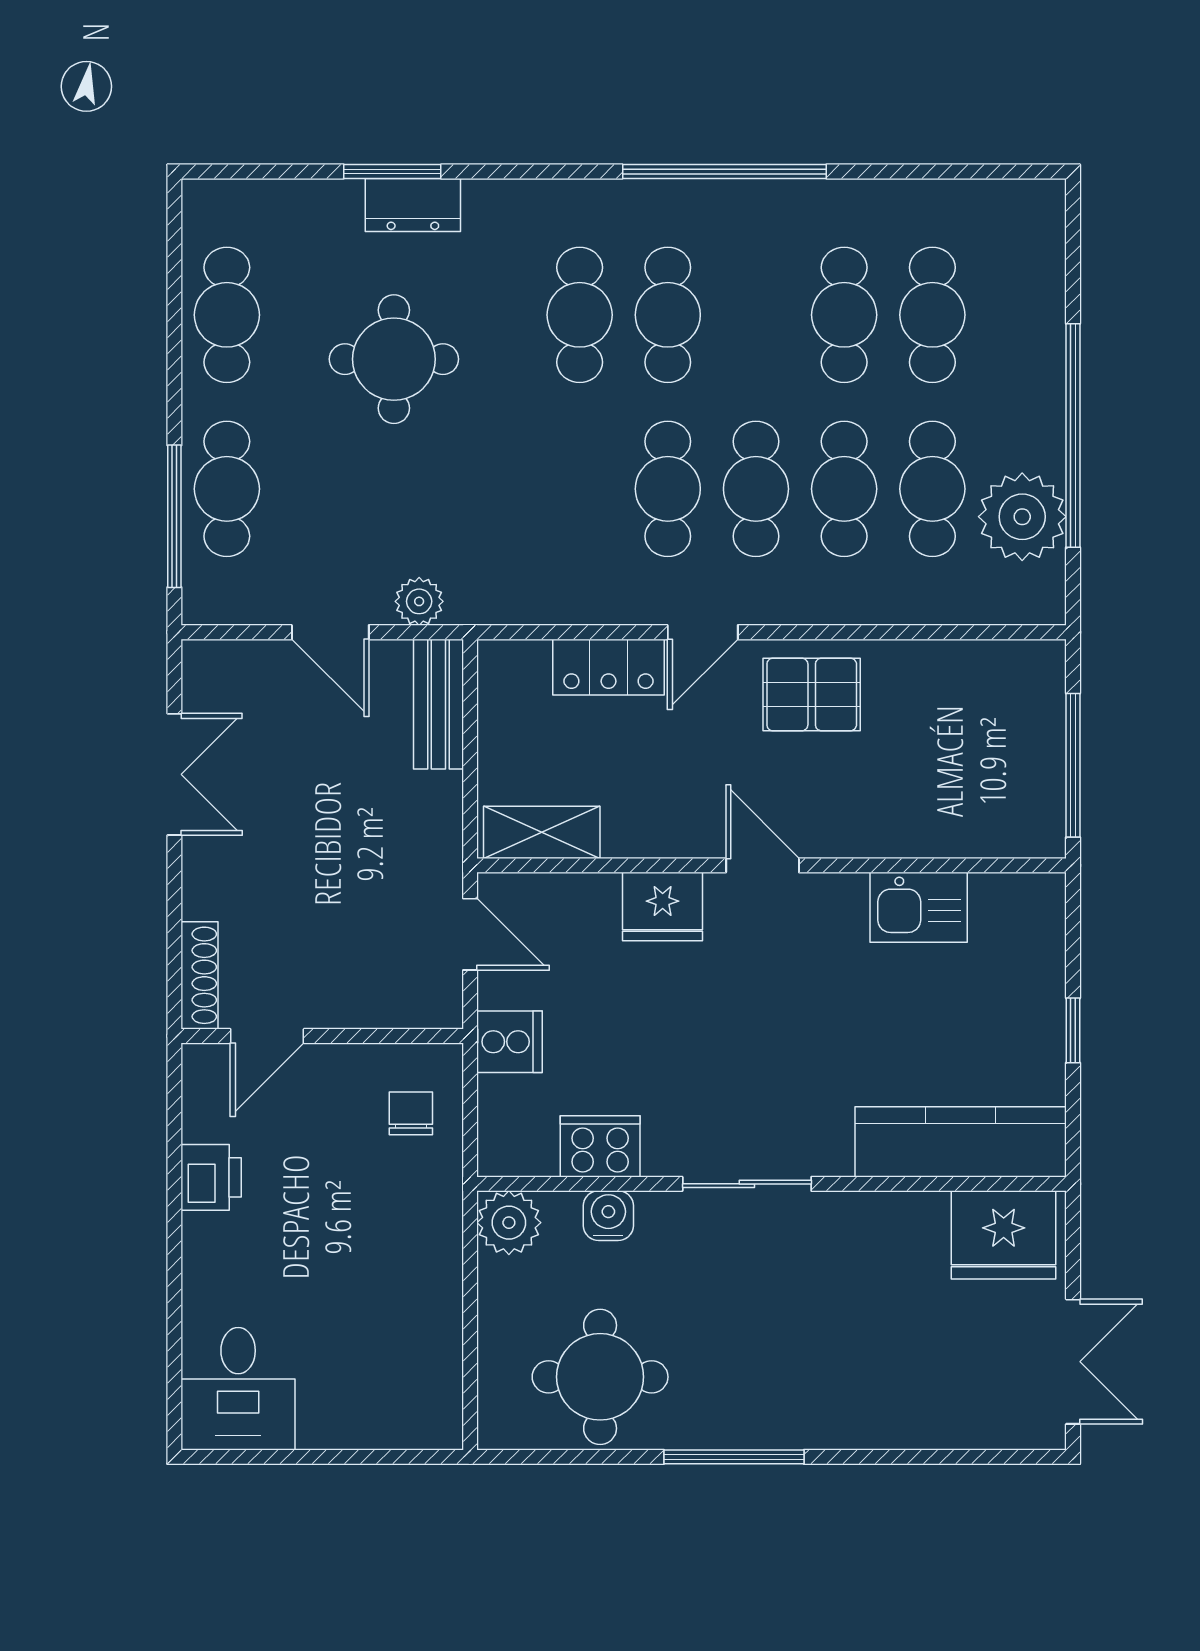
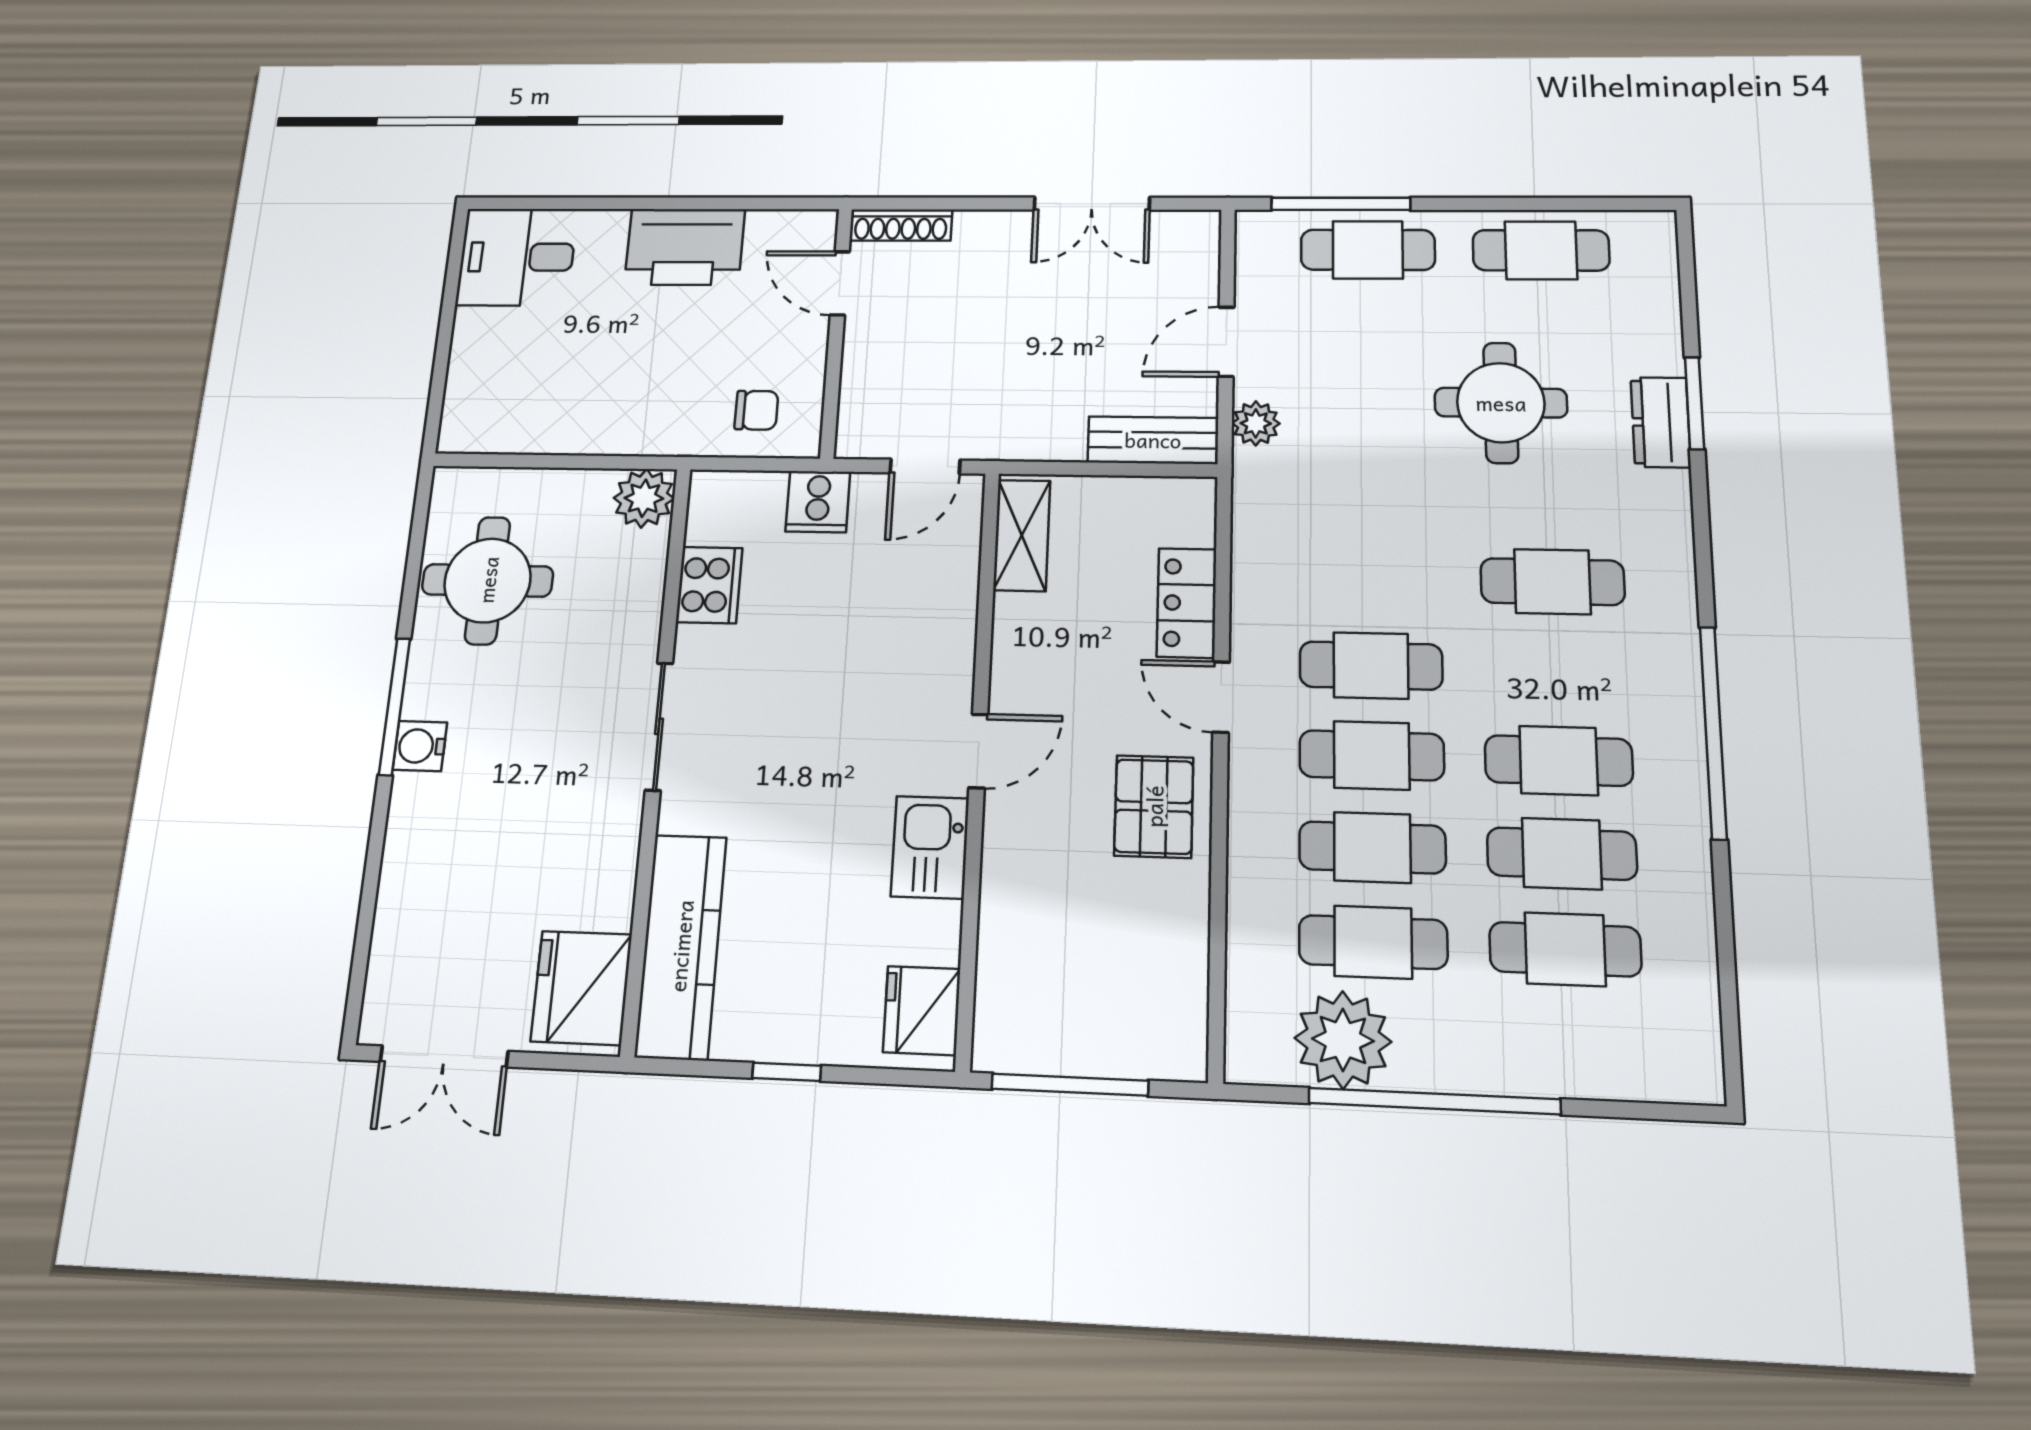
cafe table: (668, 315) -> (1559, 761), moved
fridge: (663, 906) -> (922, 1010), moved
kitchen sink: (919, 907) -> (930, 847), moved
printer: (211, 1177) -> (685, 247), width x1.87, depth x1.48
water cooler: (608, 1216) -> (420, 746), moved, turned 180

